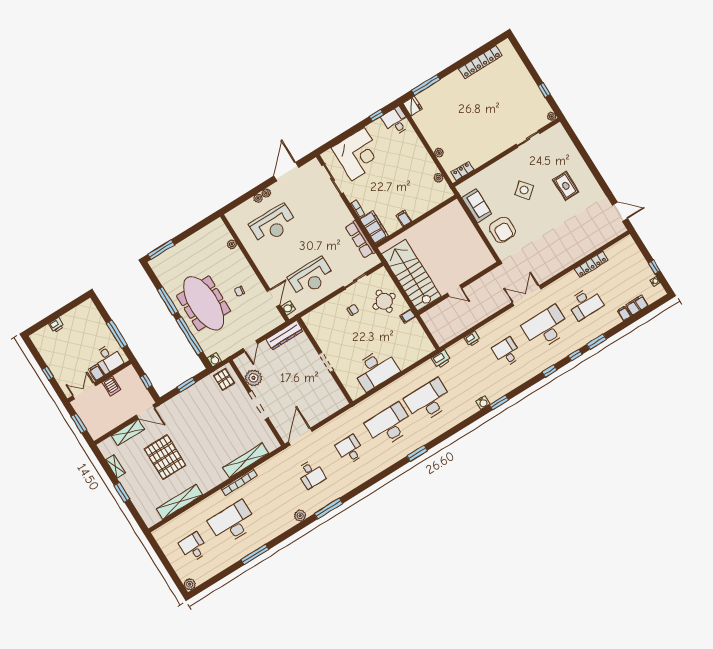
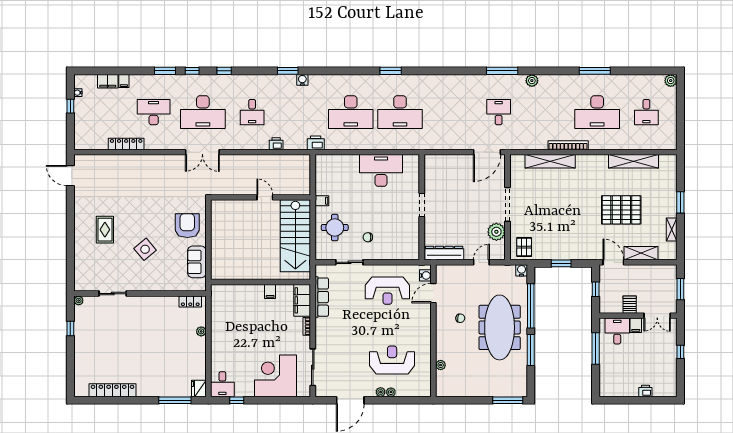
plant: (438, 178) -> (216, 309), removed
reception desk: (311, 277) -> (387, 291), turned 180
desk: (350, 450) -> (449, 112), removed
pallet: (165, 457) -> (621, 210), turned 90

